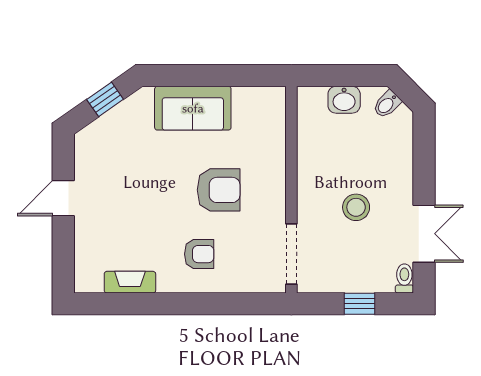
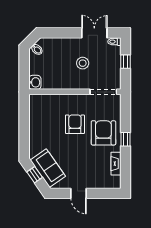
washbasin: (344, 100) -> (35, 82), moved
sofa: (193, 108) -> (48, 168), moved, turned -35
armchair: (199, 254) -> (103, 133), width x1.88, depth x1.88
window: (185, 304) -> (126, 139), added

